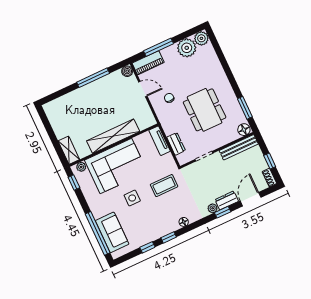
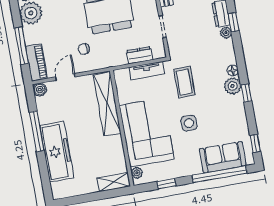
freezer: (81, 98) -> (57, 152), added
shelving: (113, 136) -> (107, 104), moved
tv unit: (160, 141) -> (147, 71), moved
window: (74, 182) -> (167, 184), moved
plant: (171, 225) -> (233, 86), added
window: (147, 247) -> (255, 143), moved

